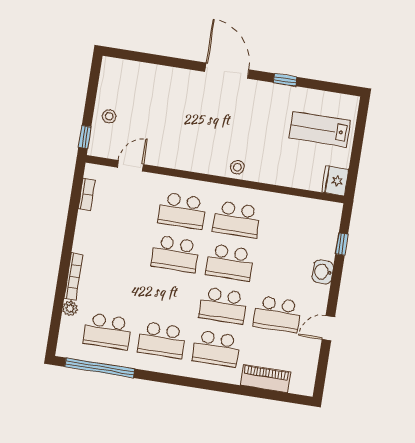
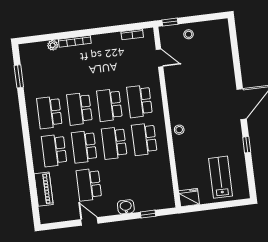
school desk: (107, 331) -> (79, 109), moved
window: (100, 368) -> (19, 76), width x0.47

